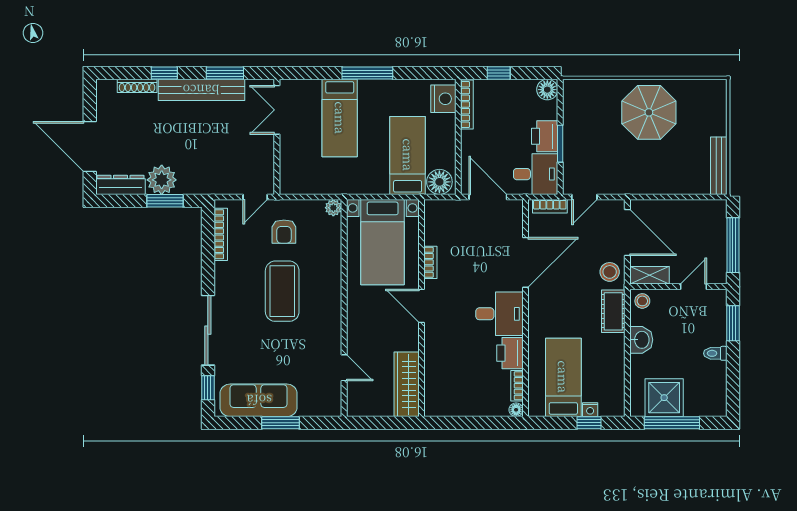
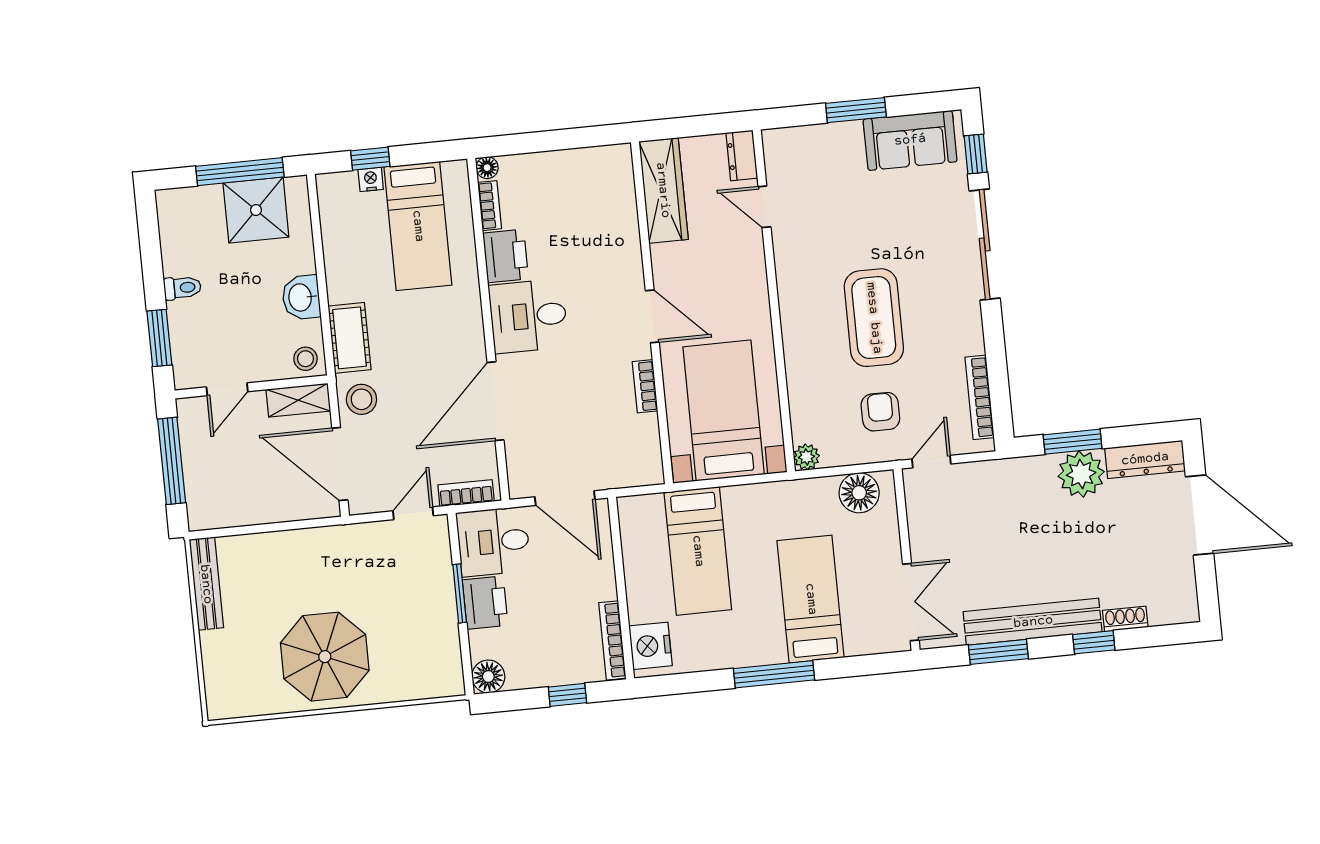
shoe rack: (137, 86) -> (1125, 619), width x0.70
floor lamp: (439, 182) -> (859, 493), moved
sofa: (259, 400) -> (910, 140), width x0.73
dresser: (355, 401) -> (742, 156), added

